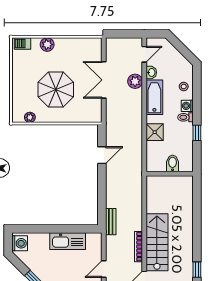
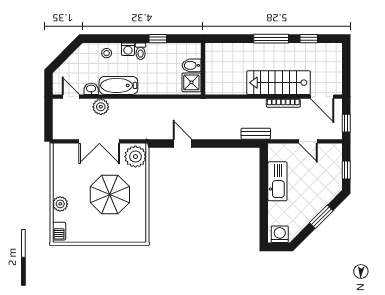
plant: (30, 117) -> (135, 157), moved, width x1.88, depth x1.88
shower: (155, 132) -> (191, 82), moved
window: (197, 236) -> (271, 39), added

